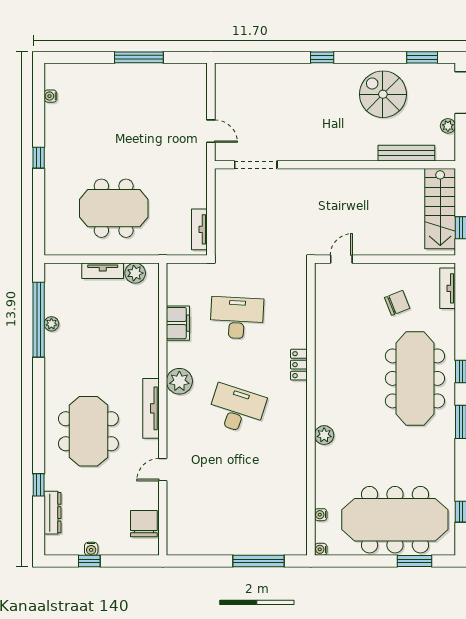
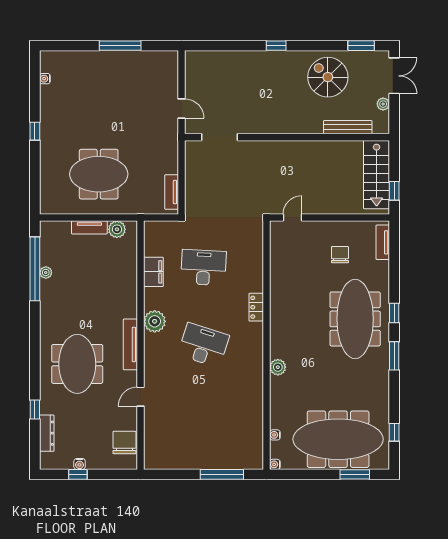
chair: (397, 303) -> (340, 255), turned -68

